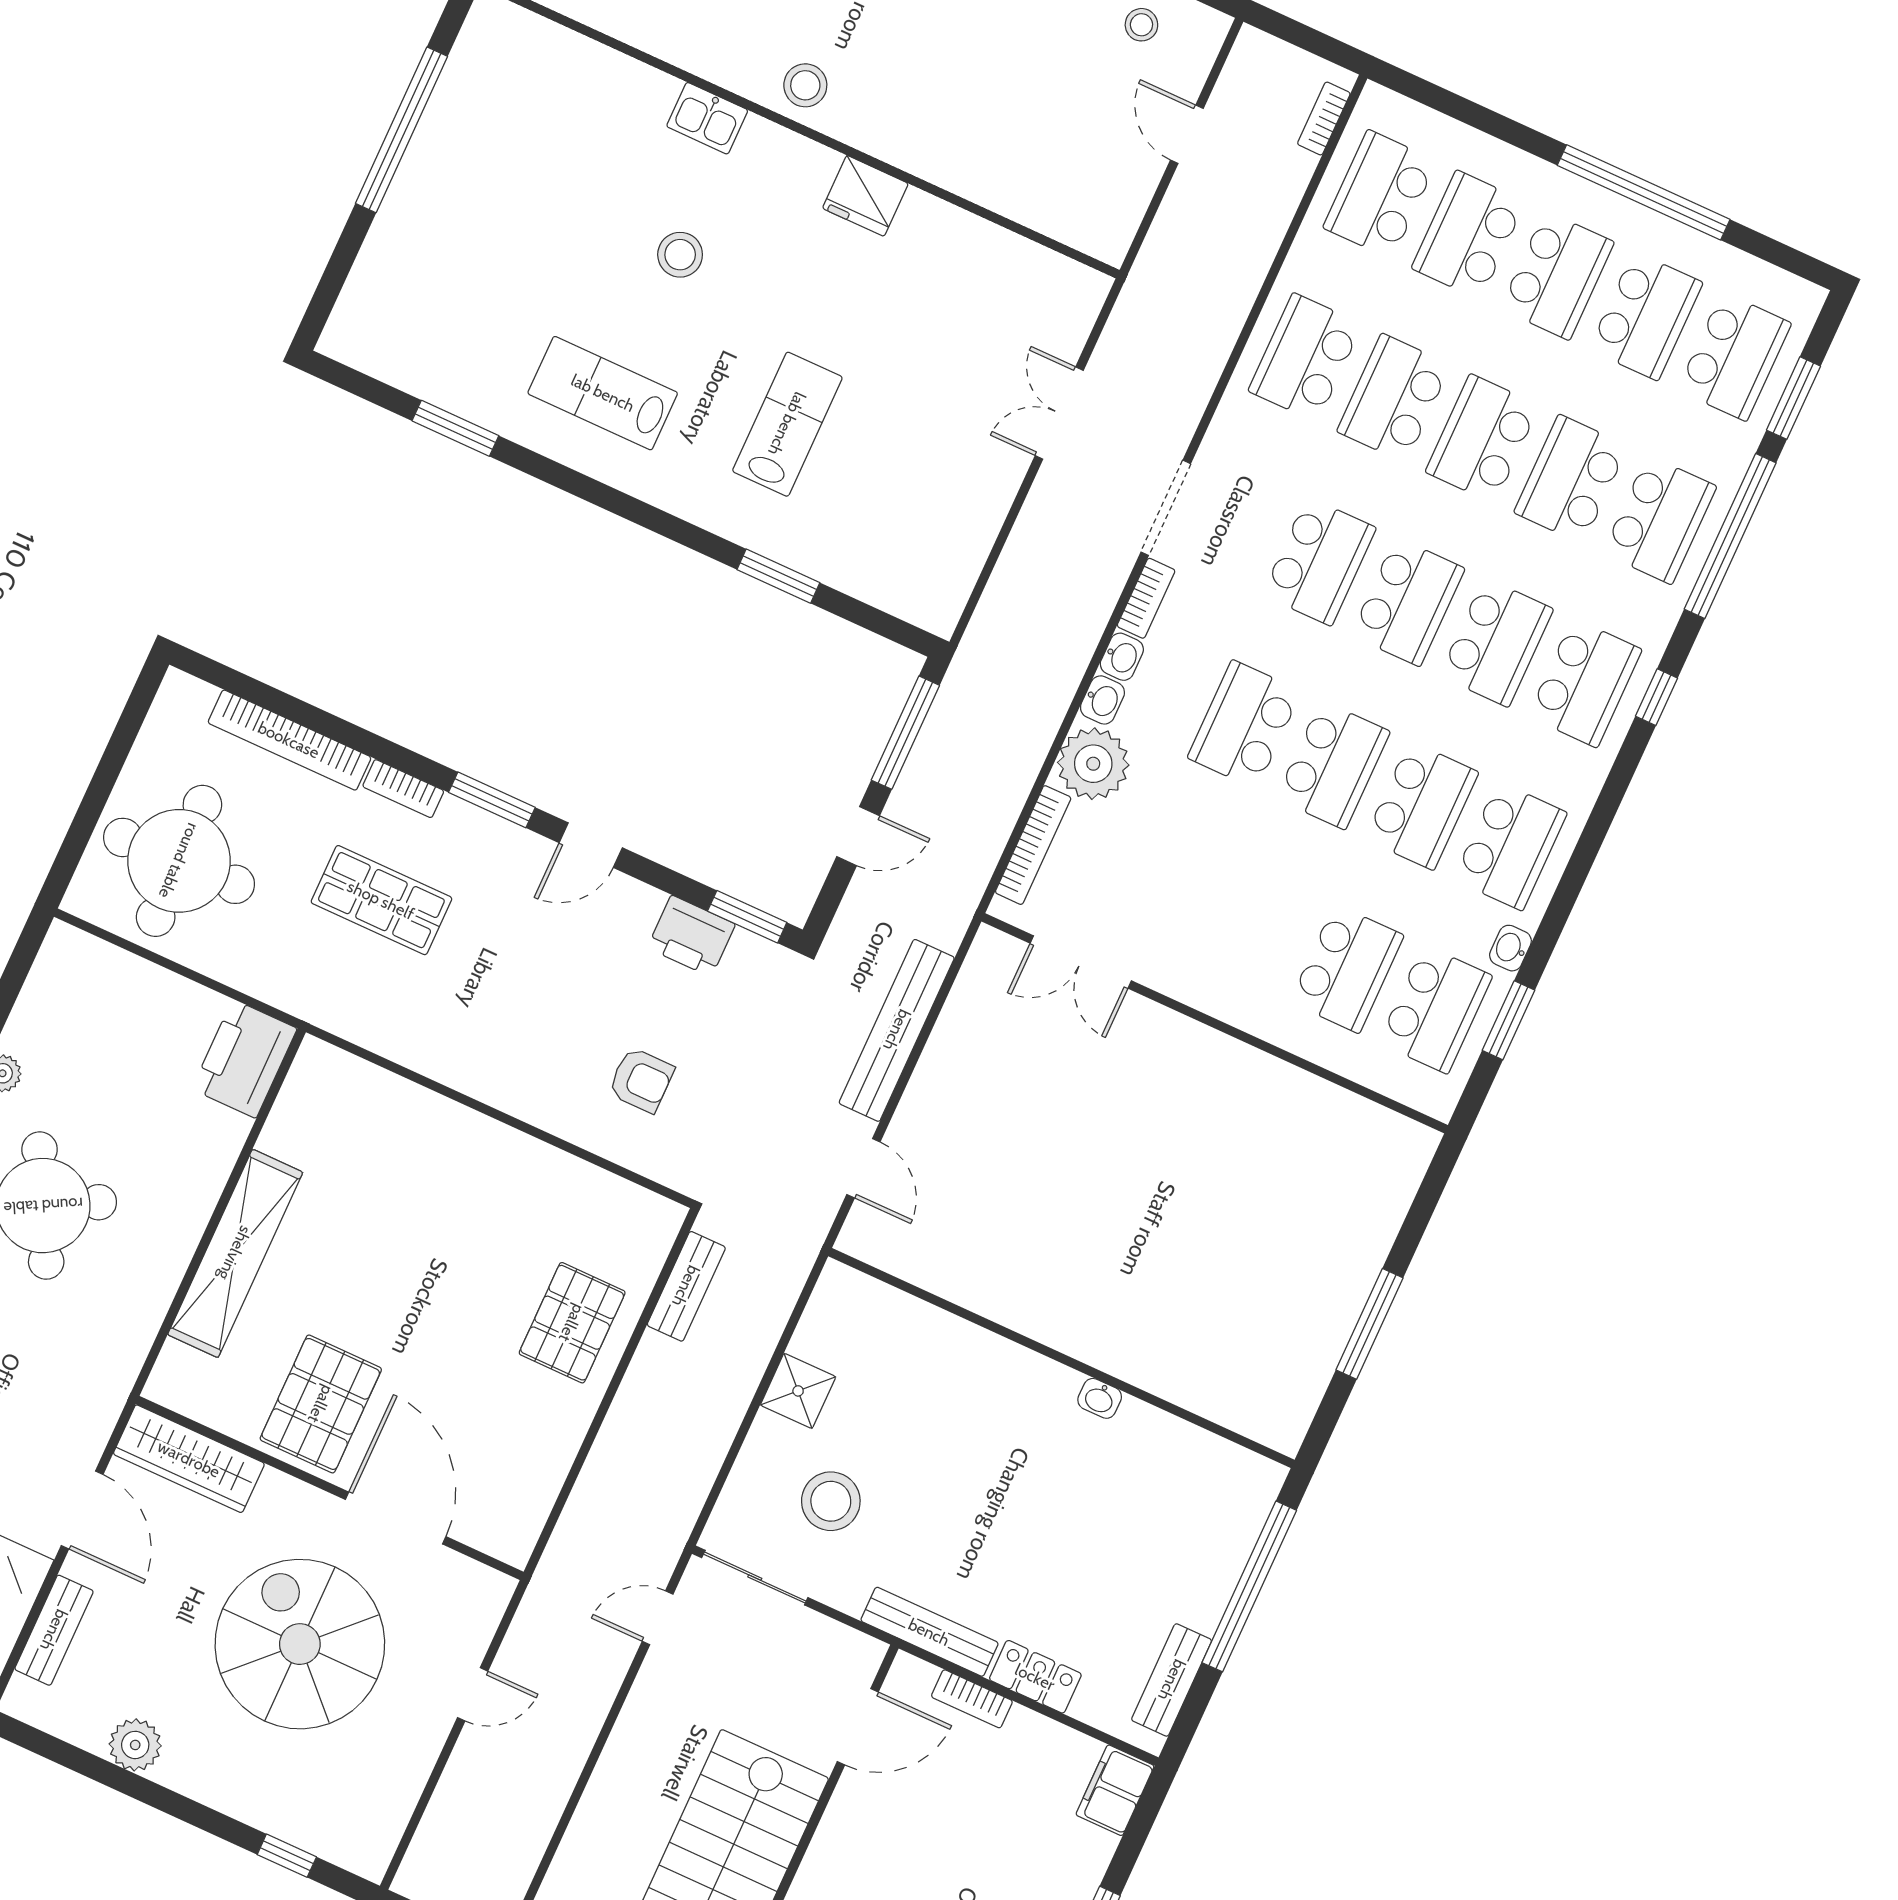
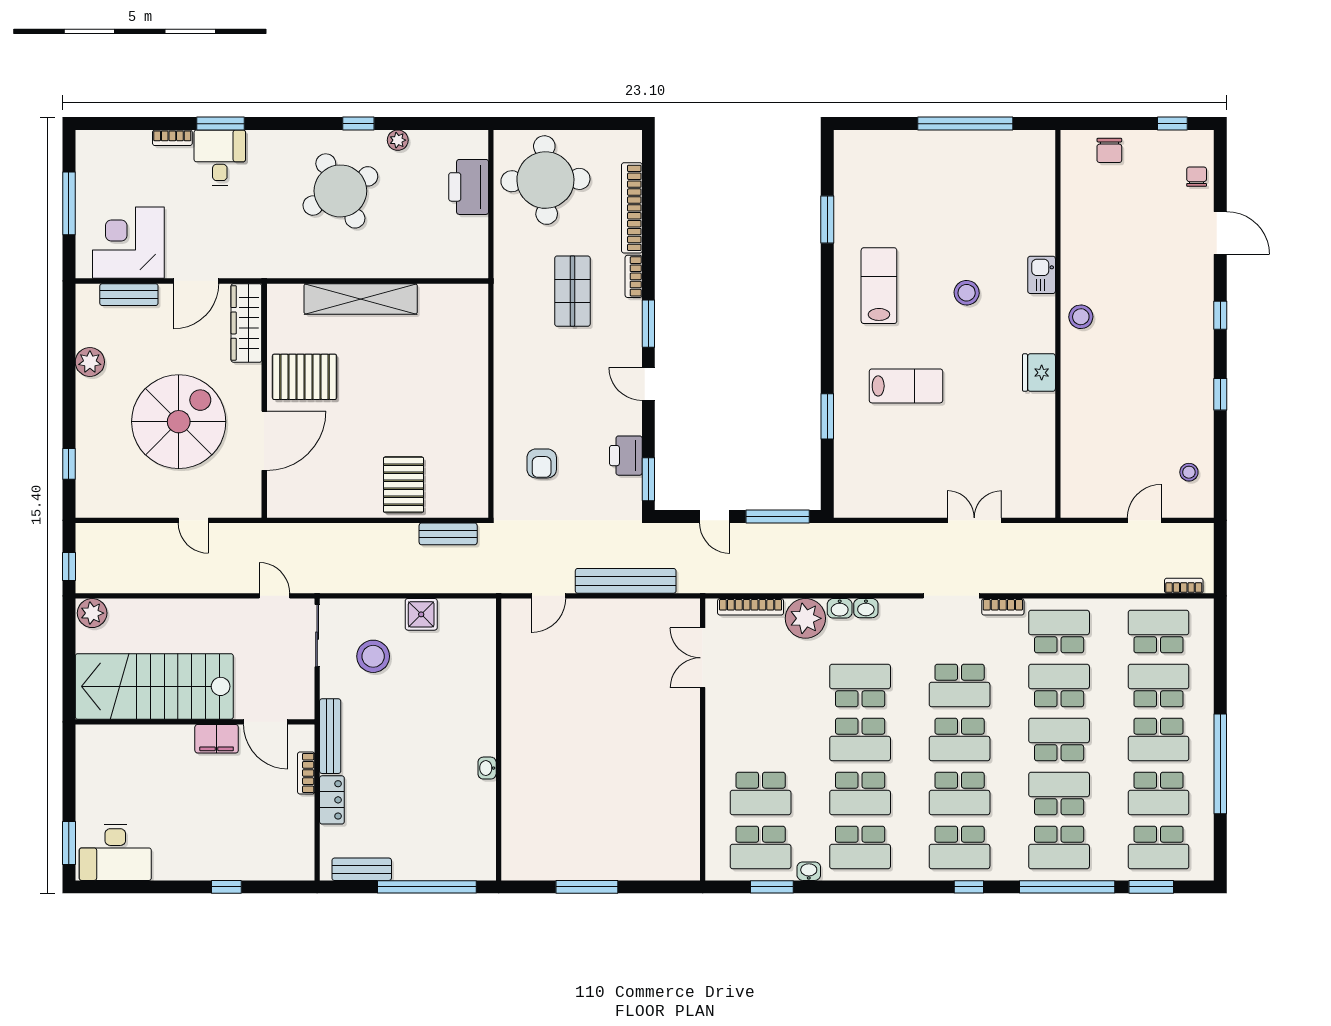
bookcase: (1146, 598) -> (1003, 607), moved
printer: (244, 1059) -> (469, 187), moved, turned -90
pallet: (572, 1323) -> (403, 485), turned 90
filing cabinet: (1115, 1790) -> (217, 739), moved, turned 180

